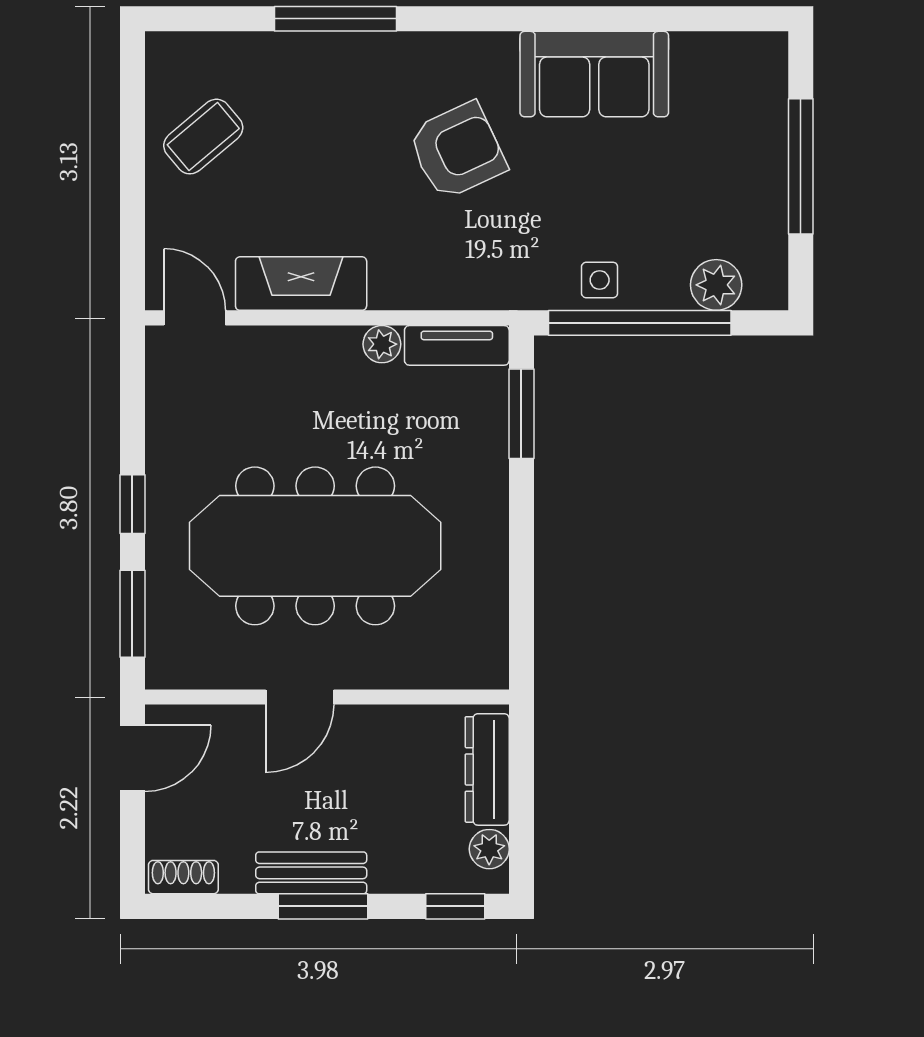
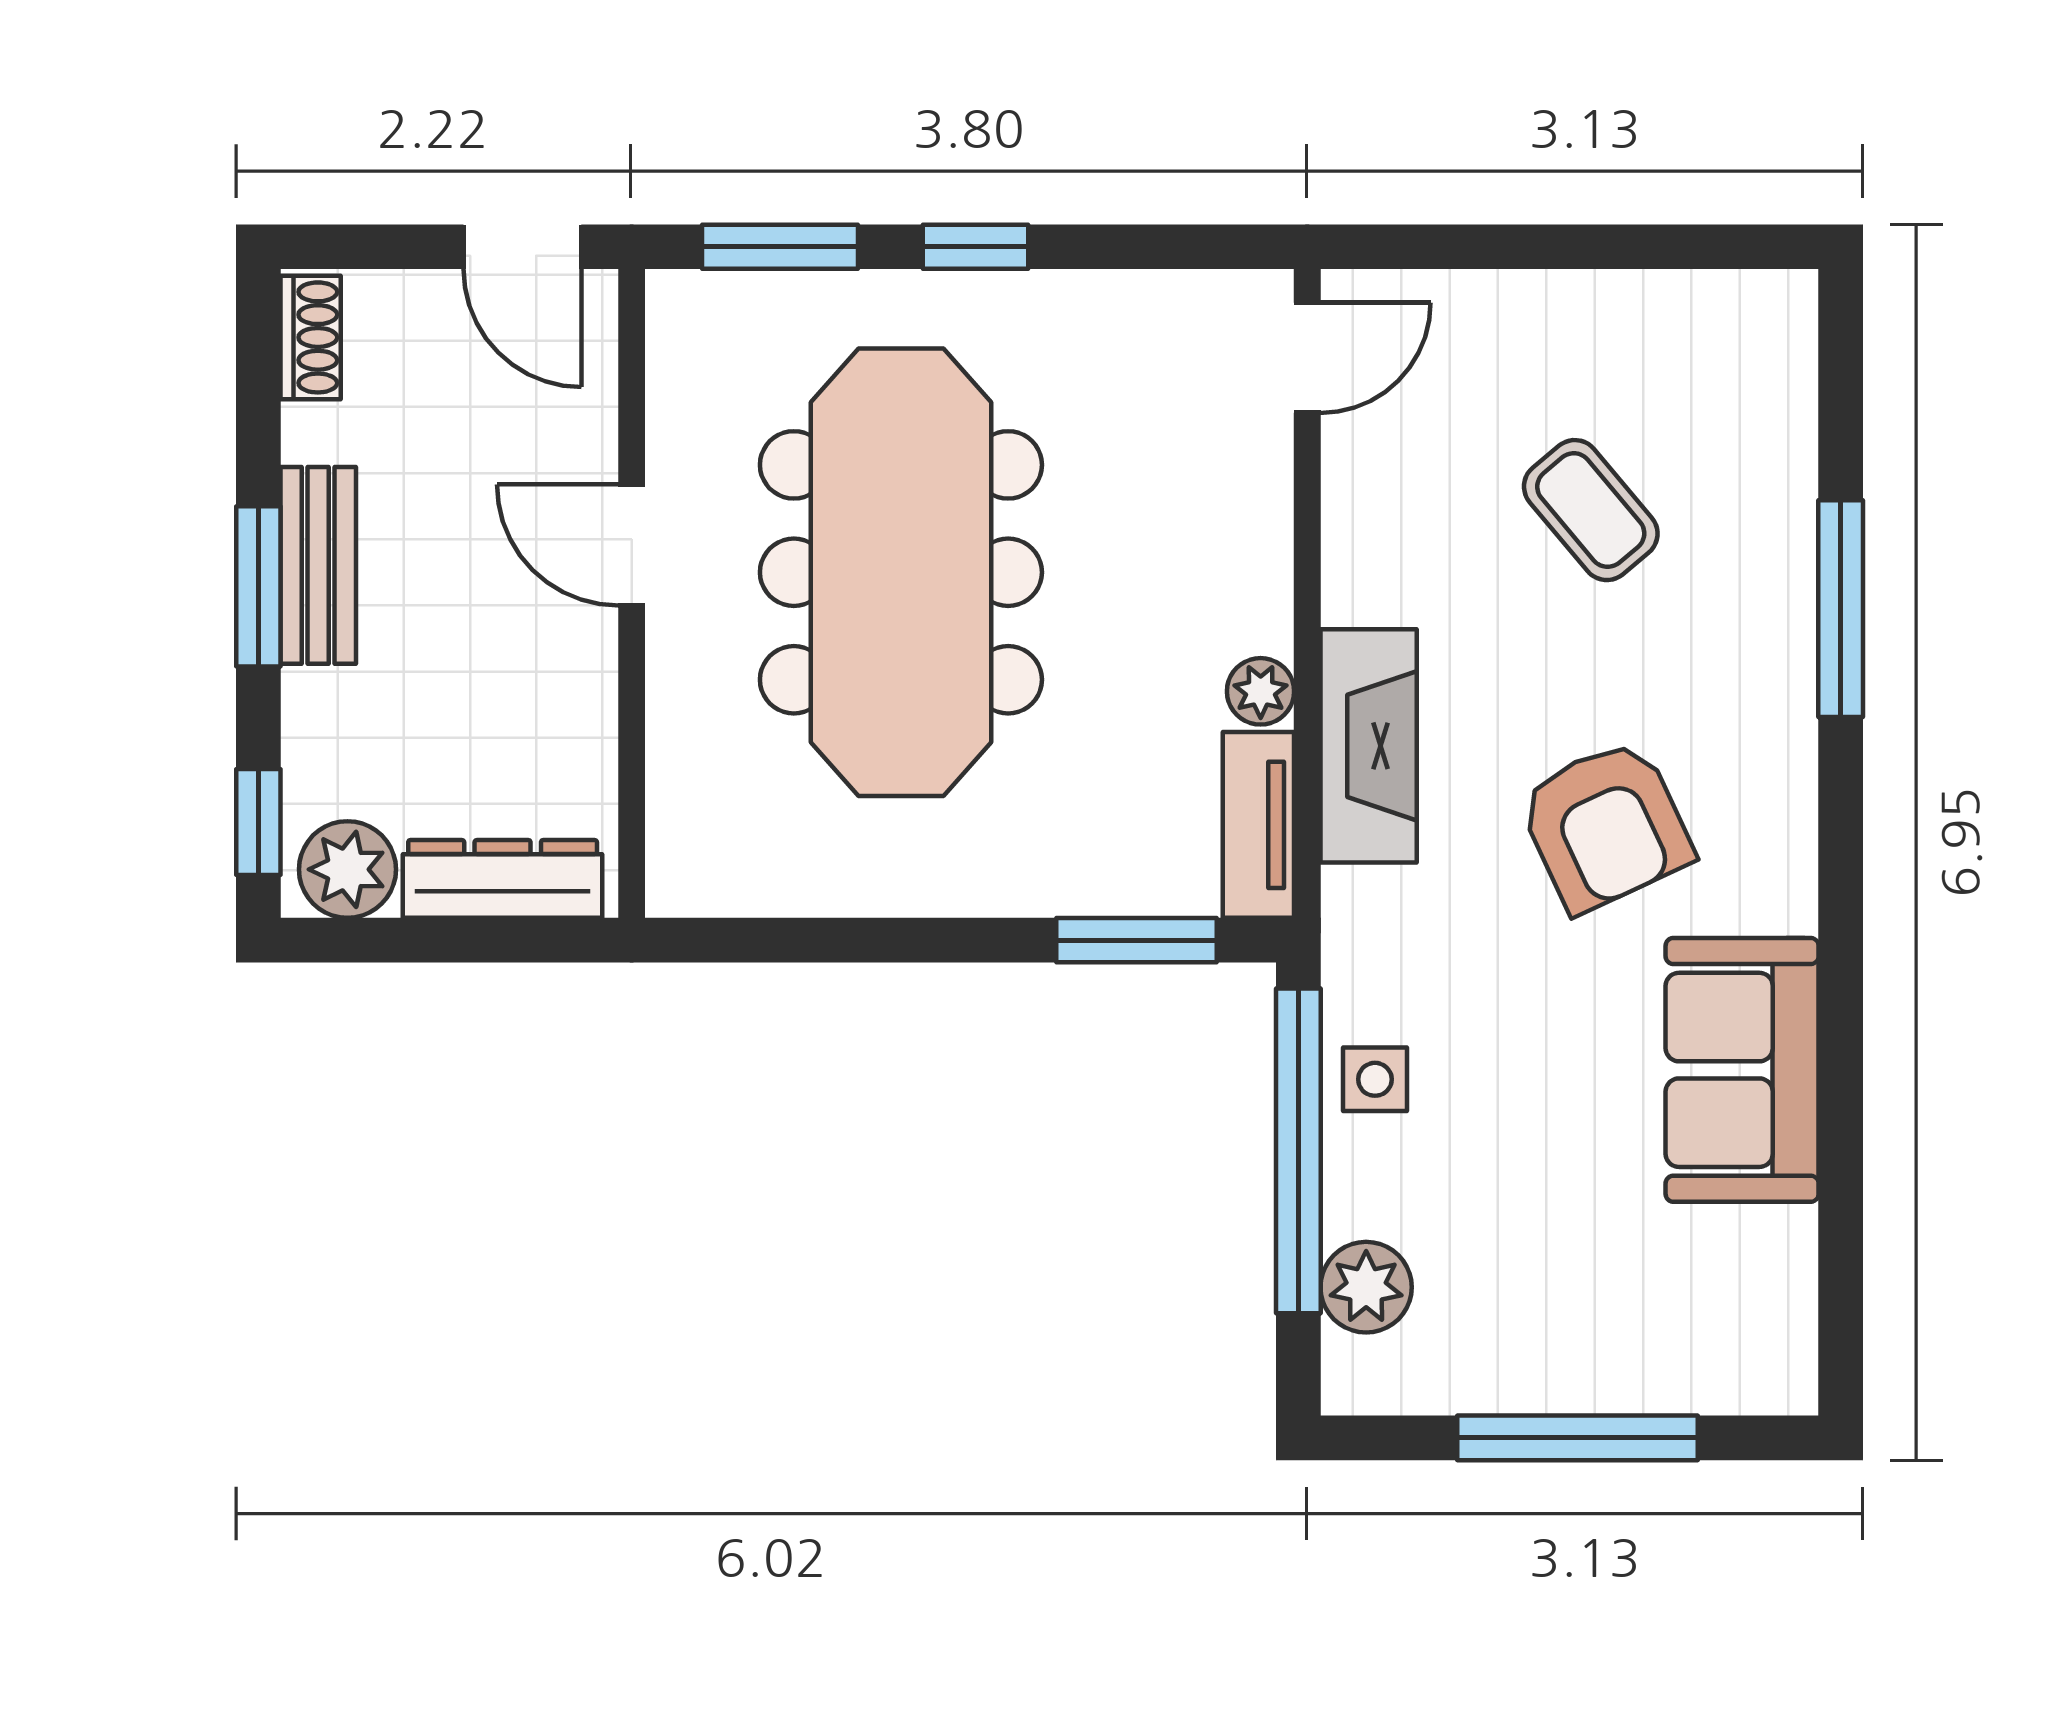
coffee table: (203, 137) -> (1591, 510), moved
fireplace: (301, 284) -> (1369, 746), moved
plant: (489, 849) -> (347, 869), width x1.38, depth x1.38

